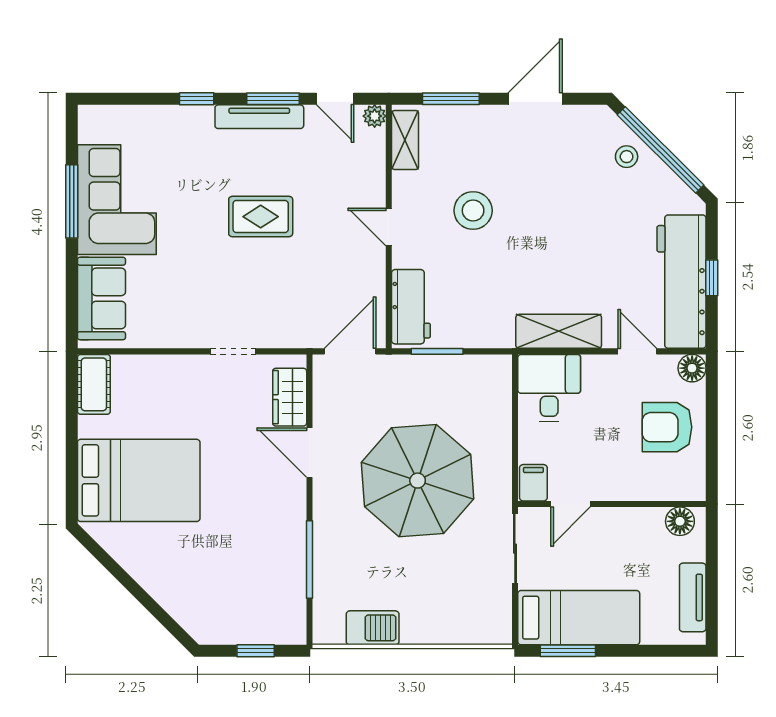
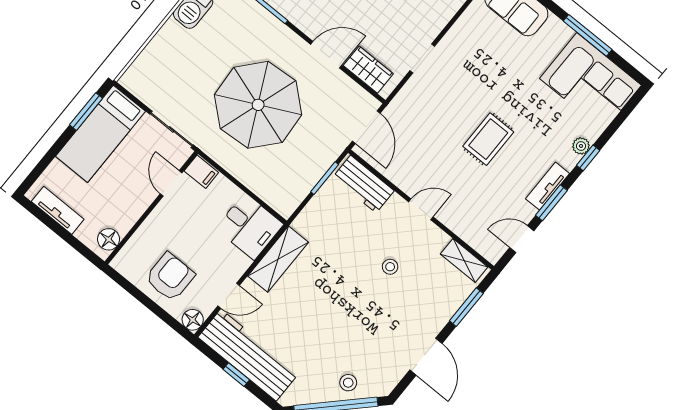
plant: (375, 116) -> (581, 146), moved
tv unit: (259, 117) -> (548, 186), width x0.71
corner sofa: (117, 200) -> (590, 82), moved
stool: (473, 211) -> (390, 267), width x0.53, depth x0.53

